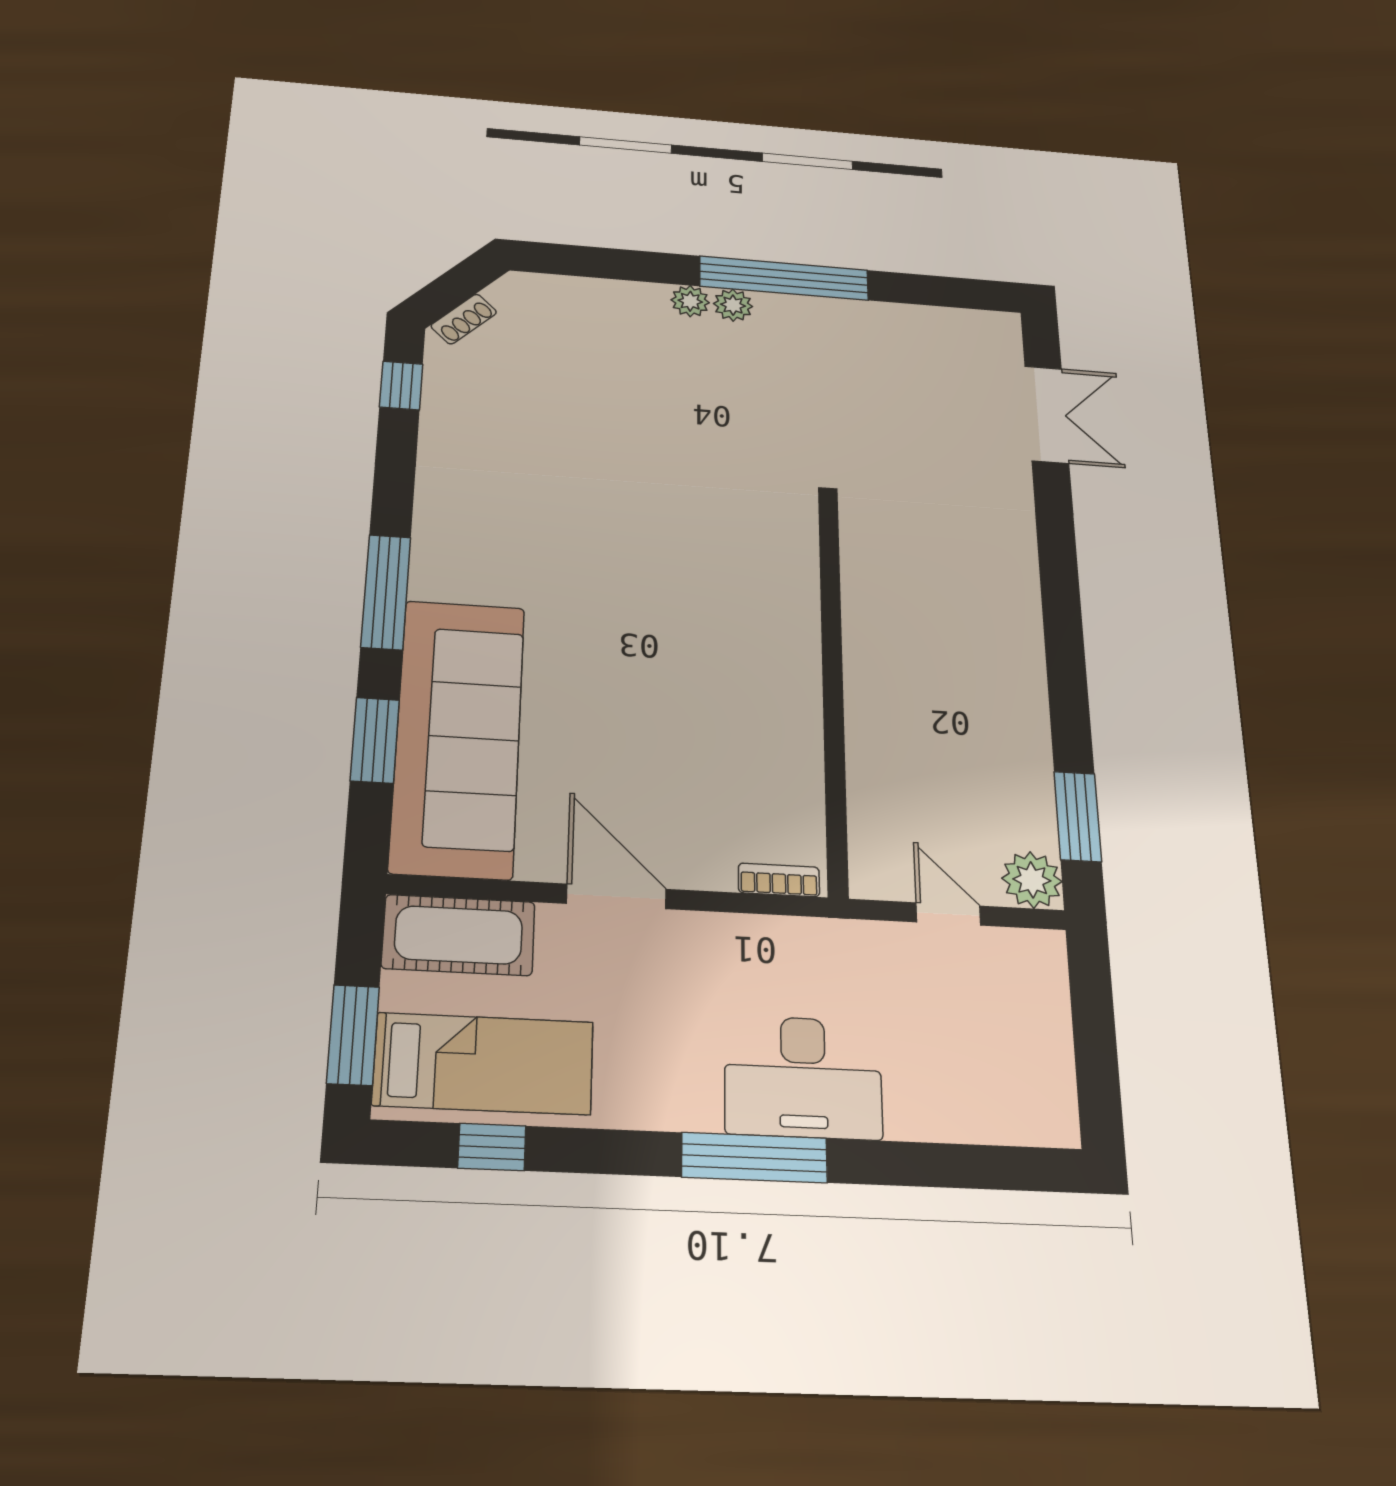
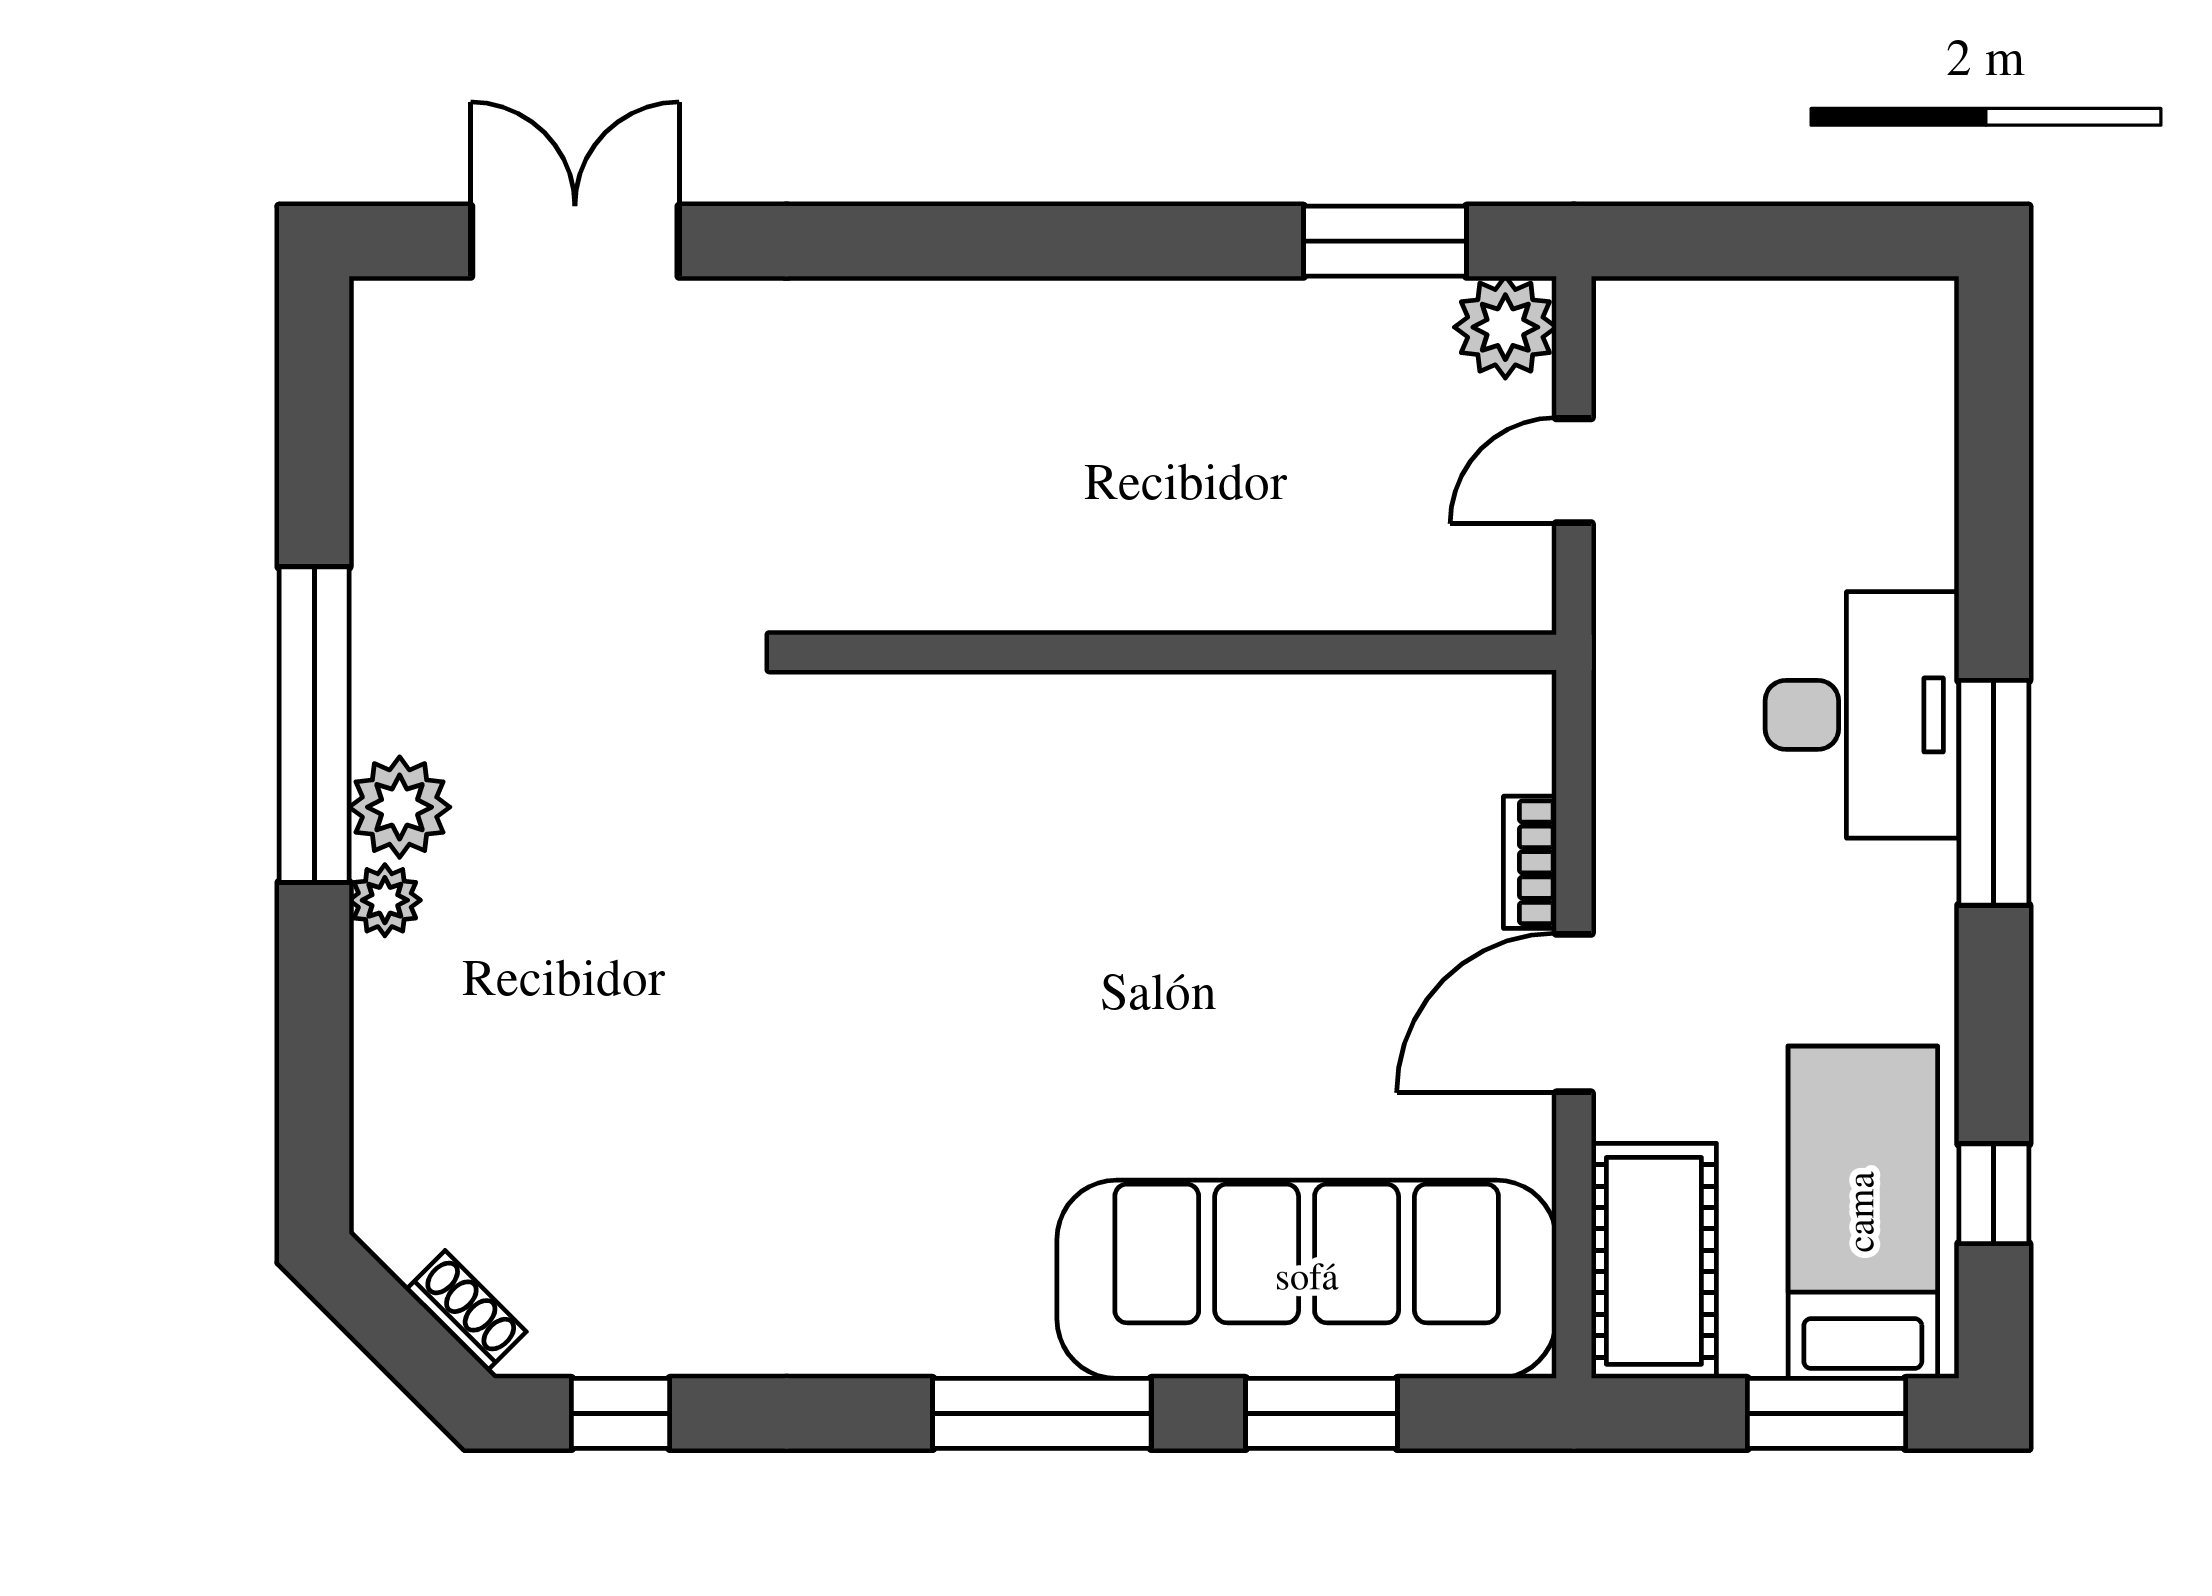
plant: (733, 305) -> (400, 807), width x1.38, depth x1.38
bookcase: (779, 880) -> (1530, 862), moved

